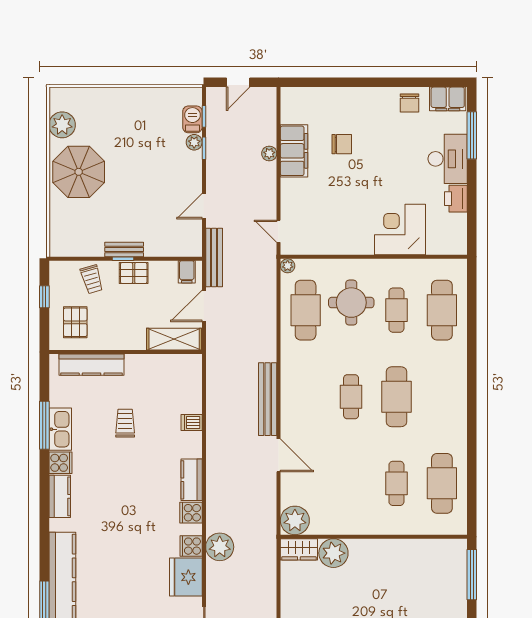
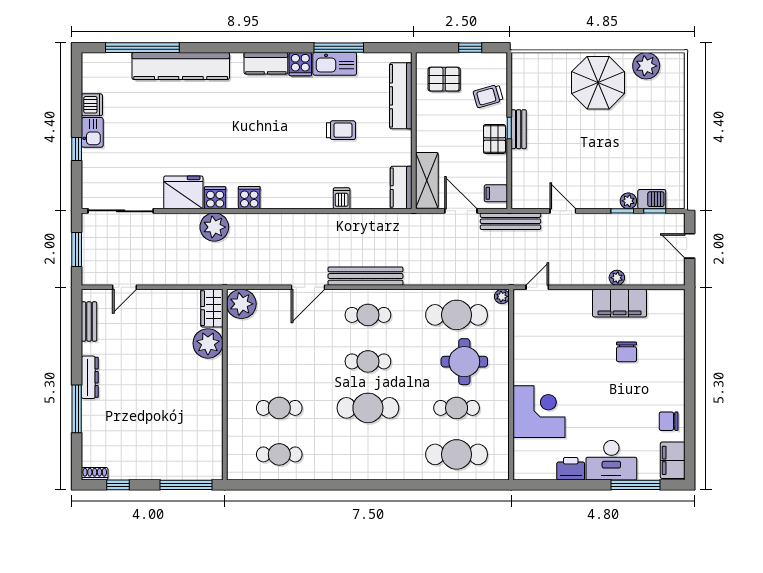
cafe table: (306, 397) -> (368, 315), added
kitchen counter: (192, 480) -> (401, 188), moved, turned -90
cafe table: (442, 483) -> (279, 454), width x0.73, depth x0.74

